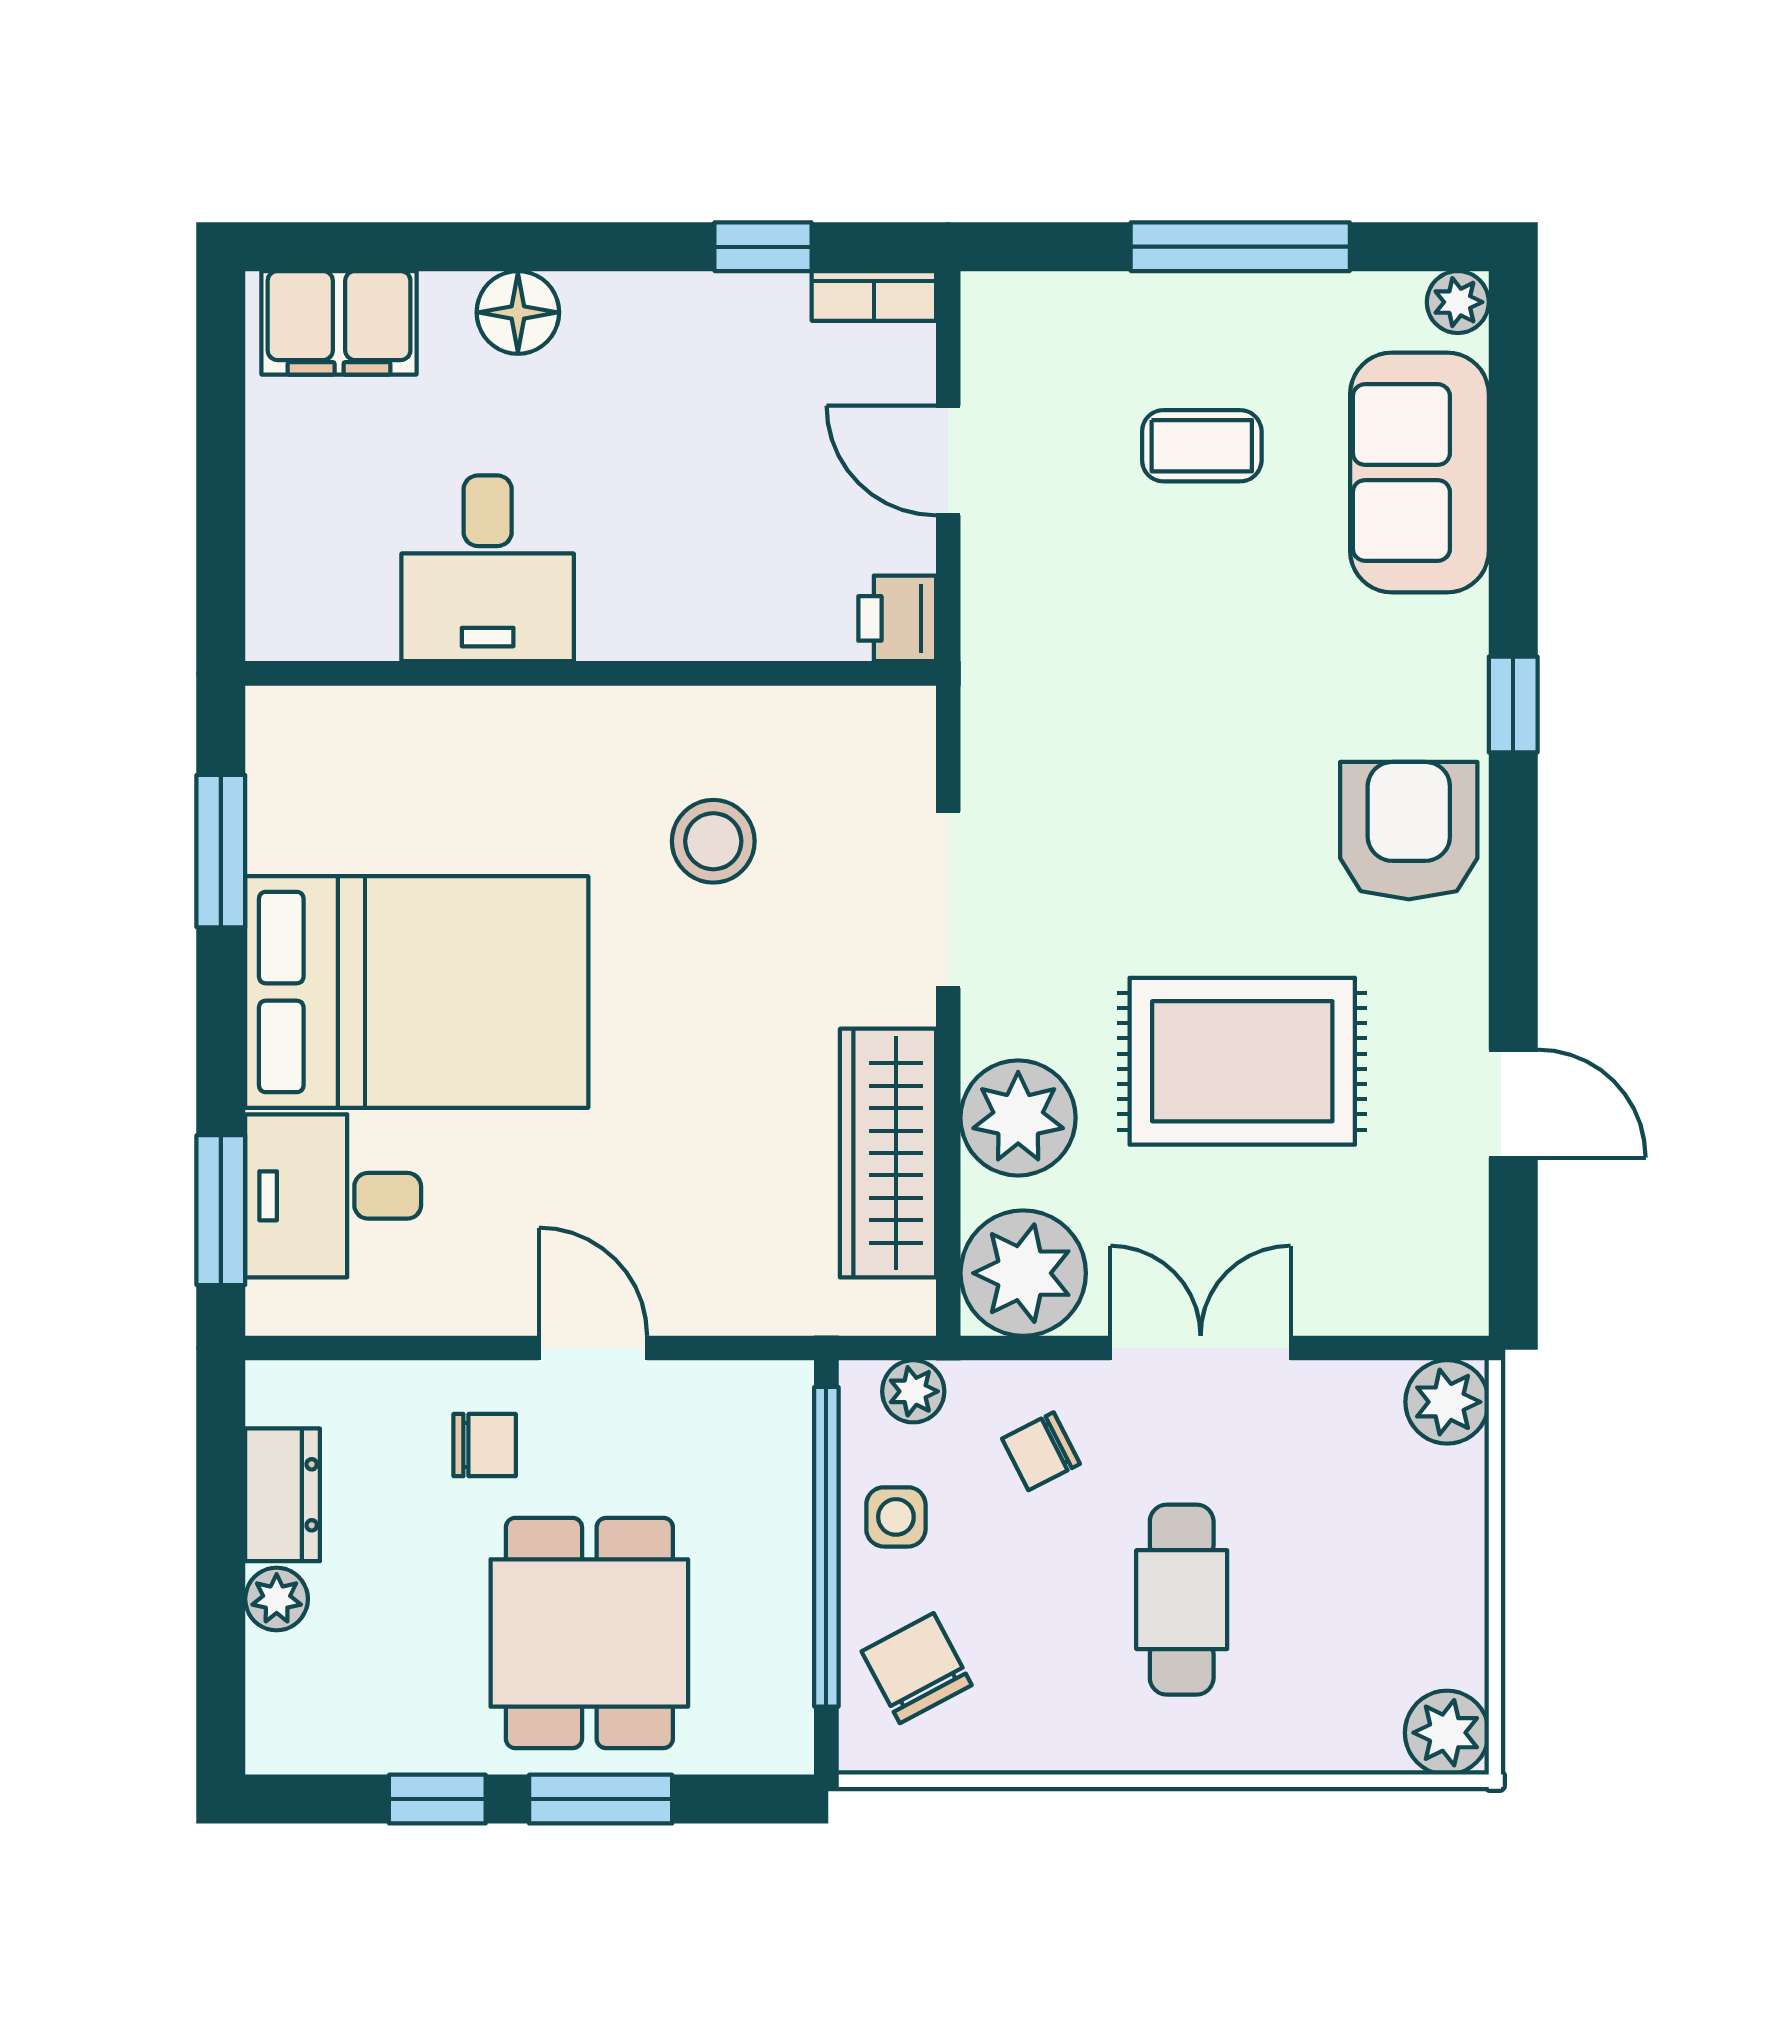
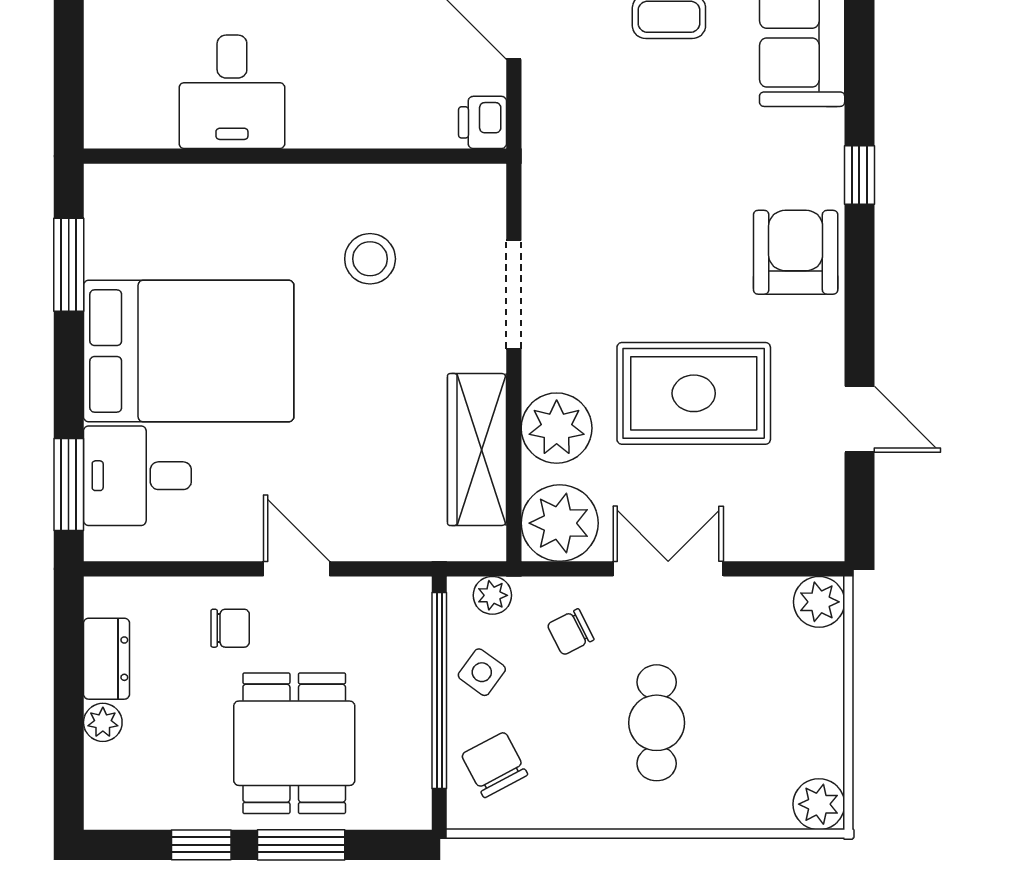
side table: (896, 1517) -> (482, 672), turned 36

